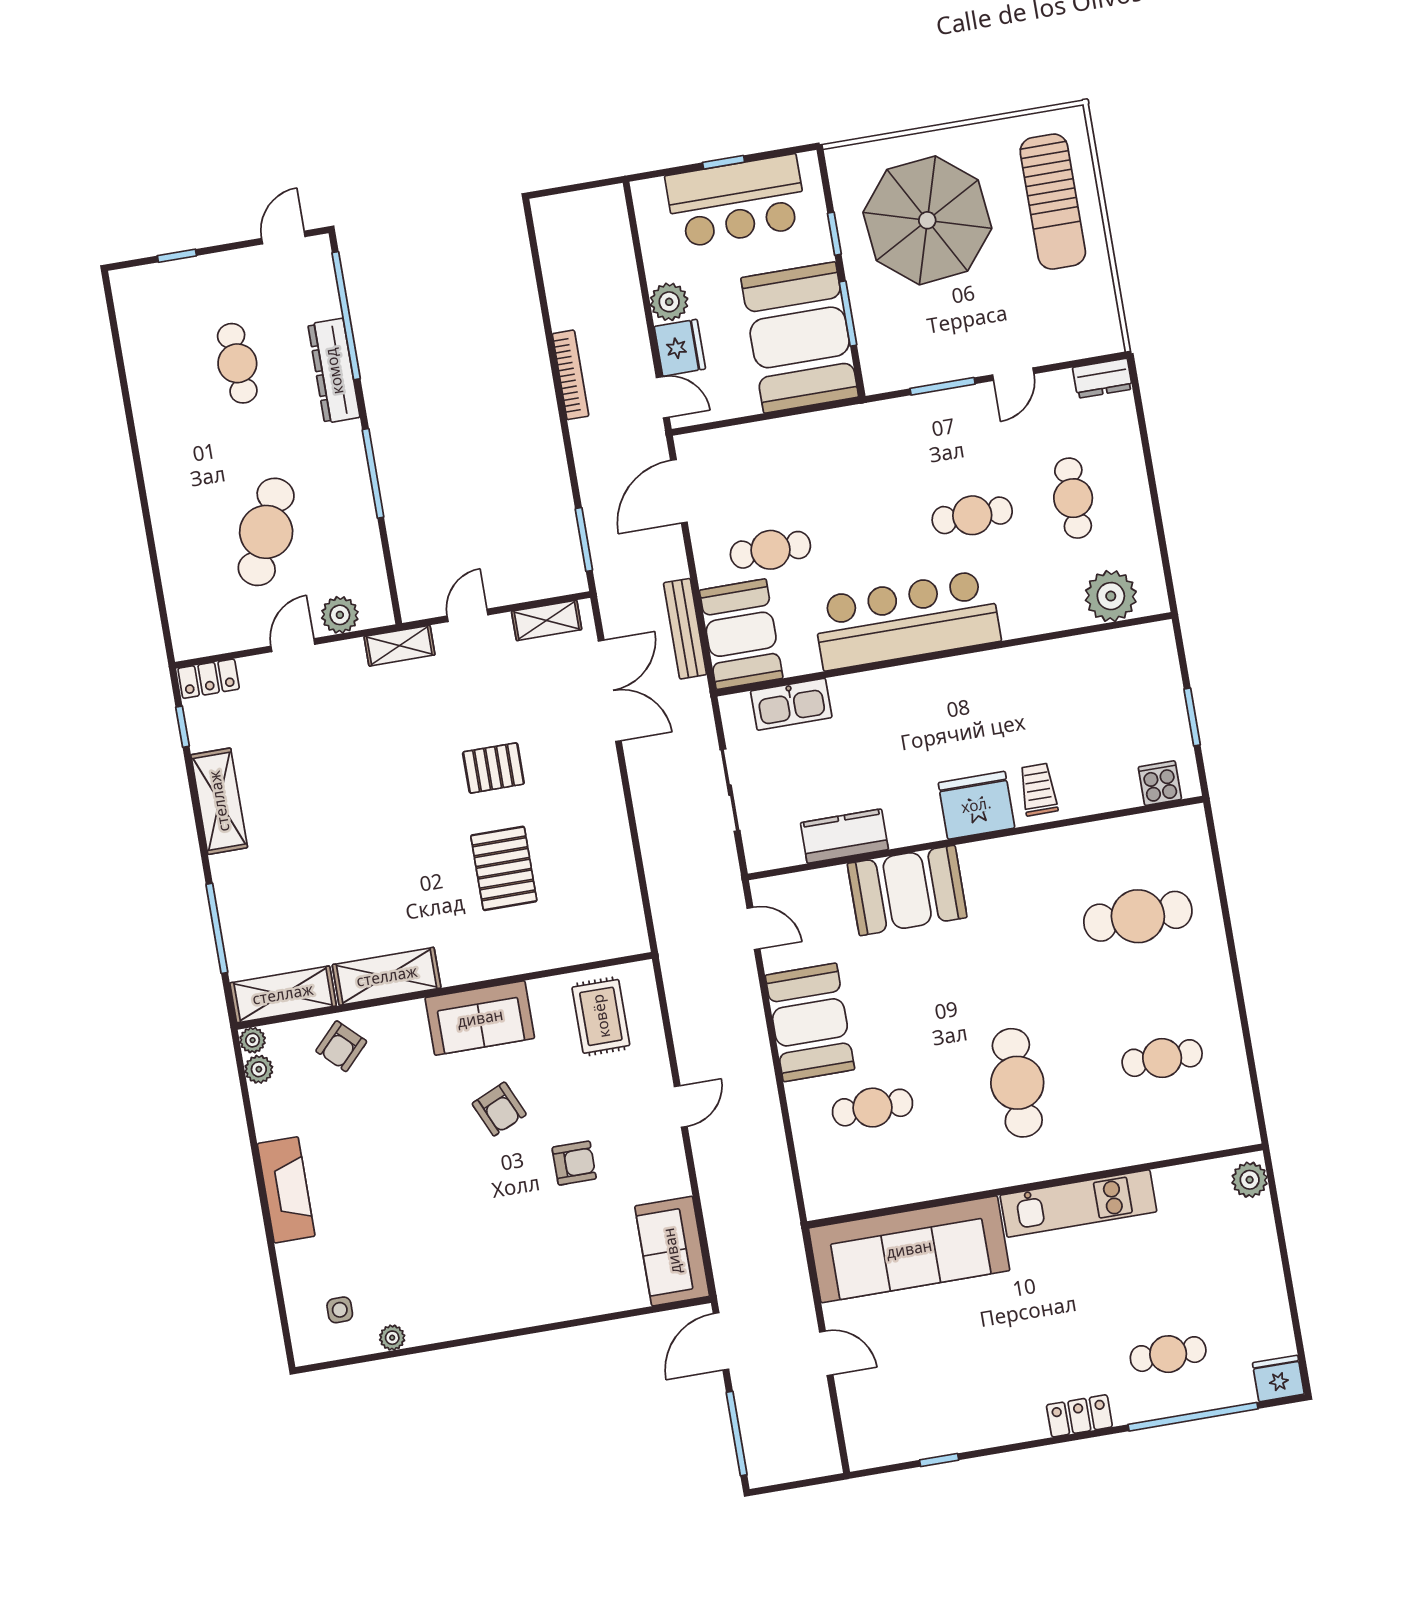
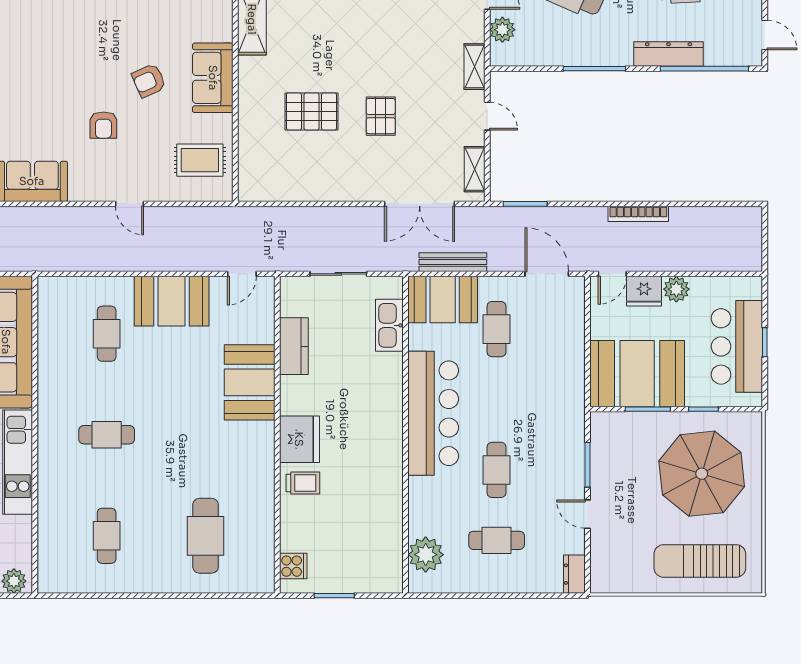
cafe table: (1017, 1083) -> (107, 435), width x0.73, depth x0.74

